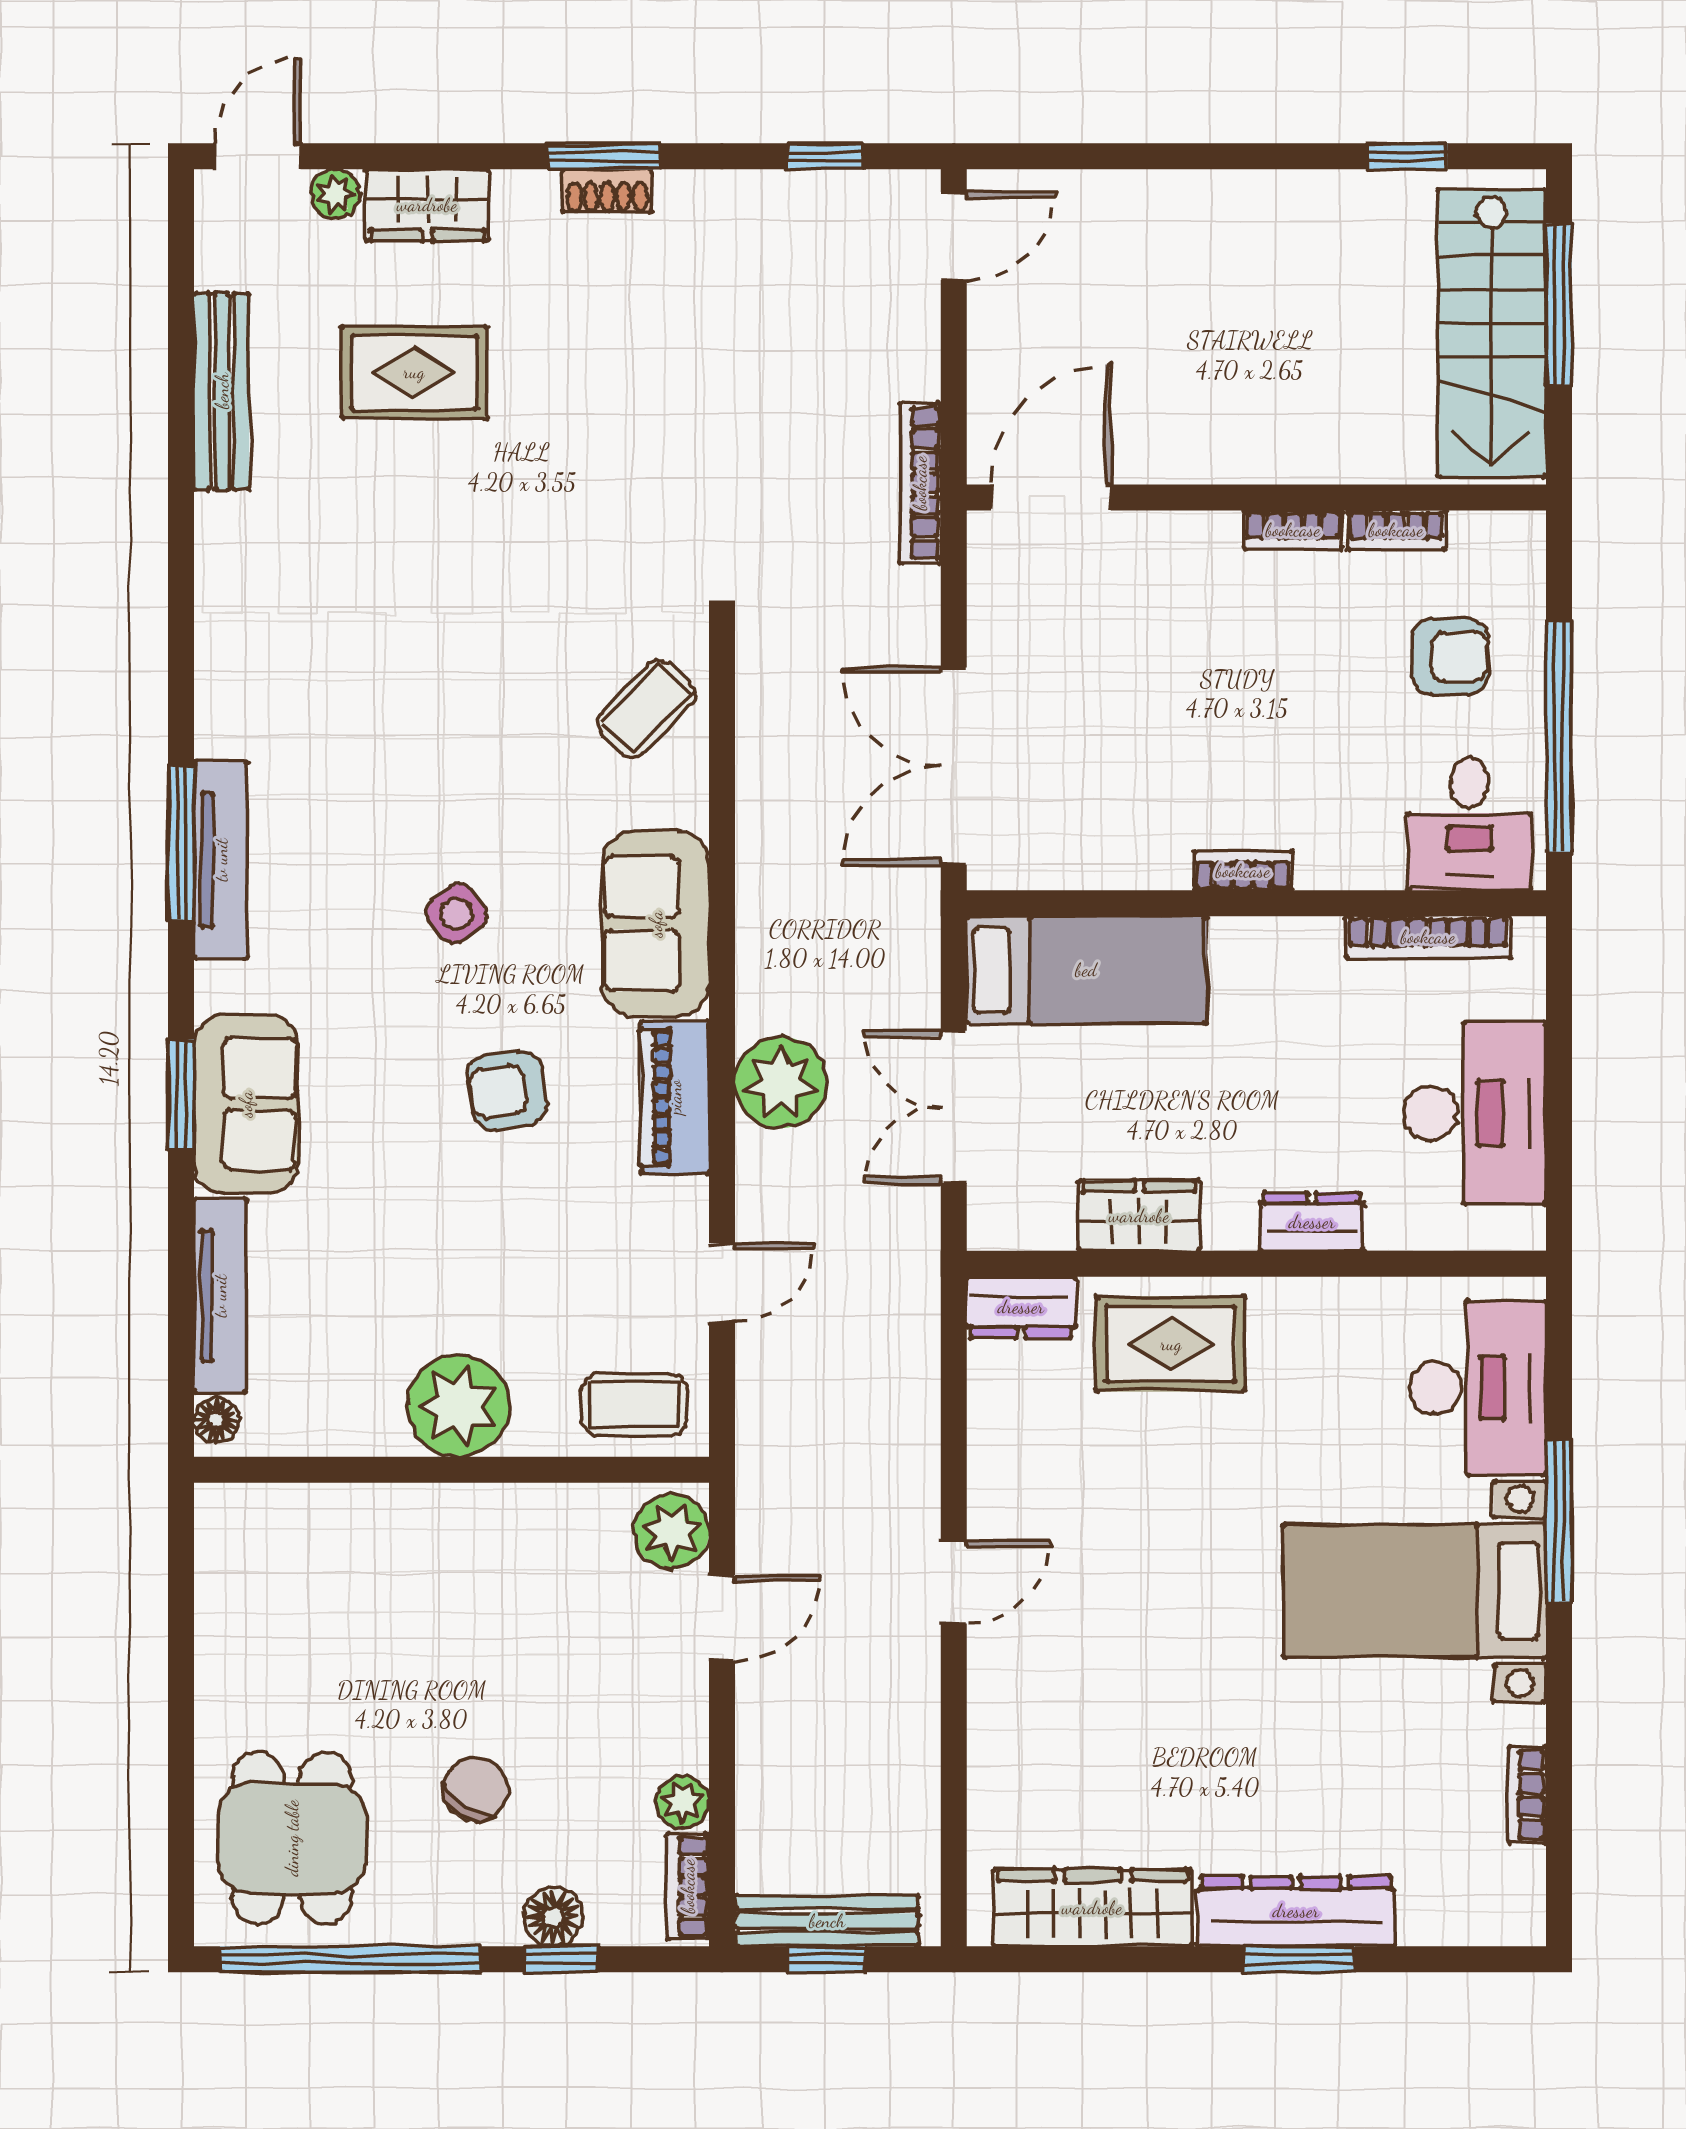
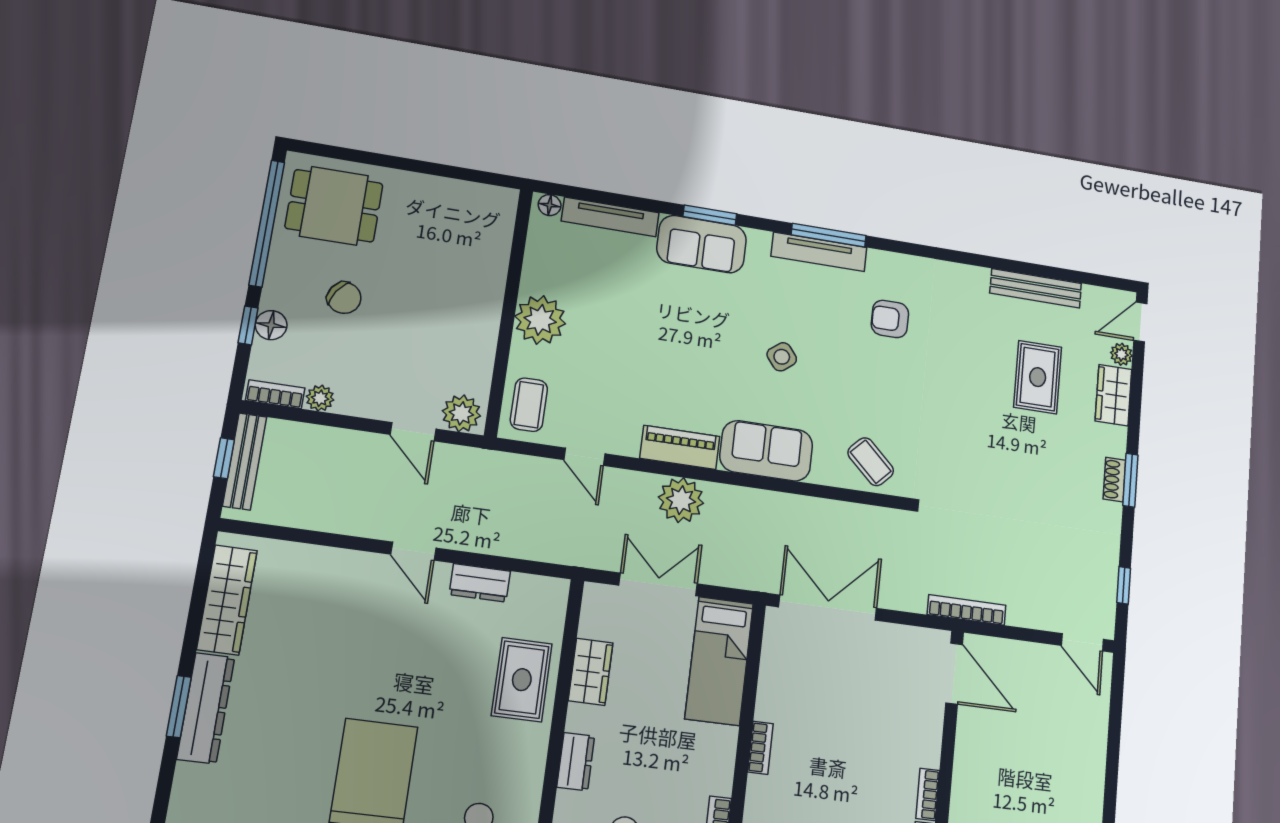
door: (258, 156) -> (1140, 322), swing flipped
armchair: (507, 1090) -> (890, 319), moved, turned -82
dresser: (1021, 1307) -> (480, 583), moved, turned -90

